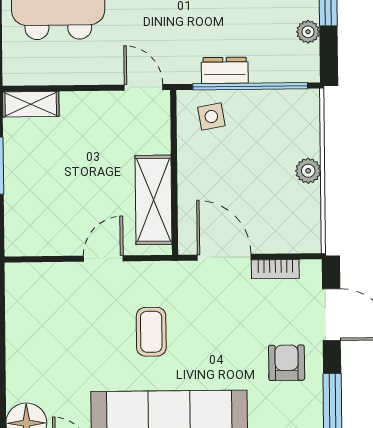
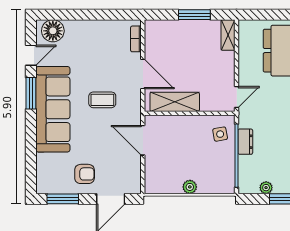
door: (224, 257) -> (143, 140), swing flipped
door: (103, 259) -> (143, 74), width x1.38
bookcase: (275, 269) -> (136, 39), moved

